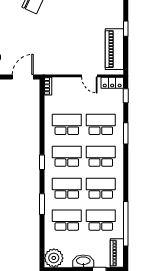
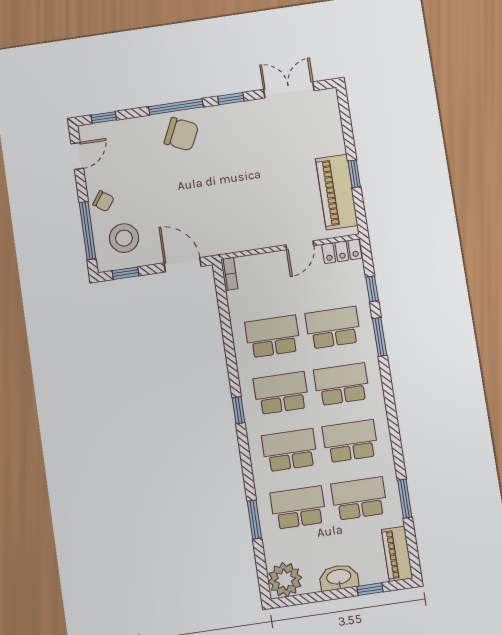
window: (126, 29) -> (354, 174), moved
door: (89, 76) -> (300, 245), hinge flipped
door: (23, 77) -> (183, 265), hinge flipped
window: (126, 96) -> (372, 289), moved
window: (42, 204) -> (254, 519), moved
window: (126, 224) -> (405, 499), width x0.47

